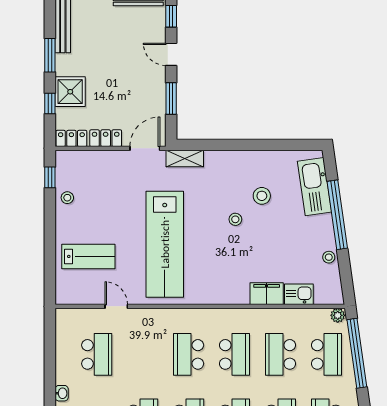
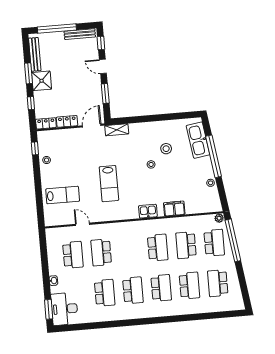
shower: (70, 92) -> (42, 81), moved
lab bench: (165, 244) -> (109, 184), width x0.54, depth x0.72
kitchen sink: (299, 294) -> (148, 211), moved
school desk: (189, 354) -> (101, 252), moved

